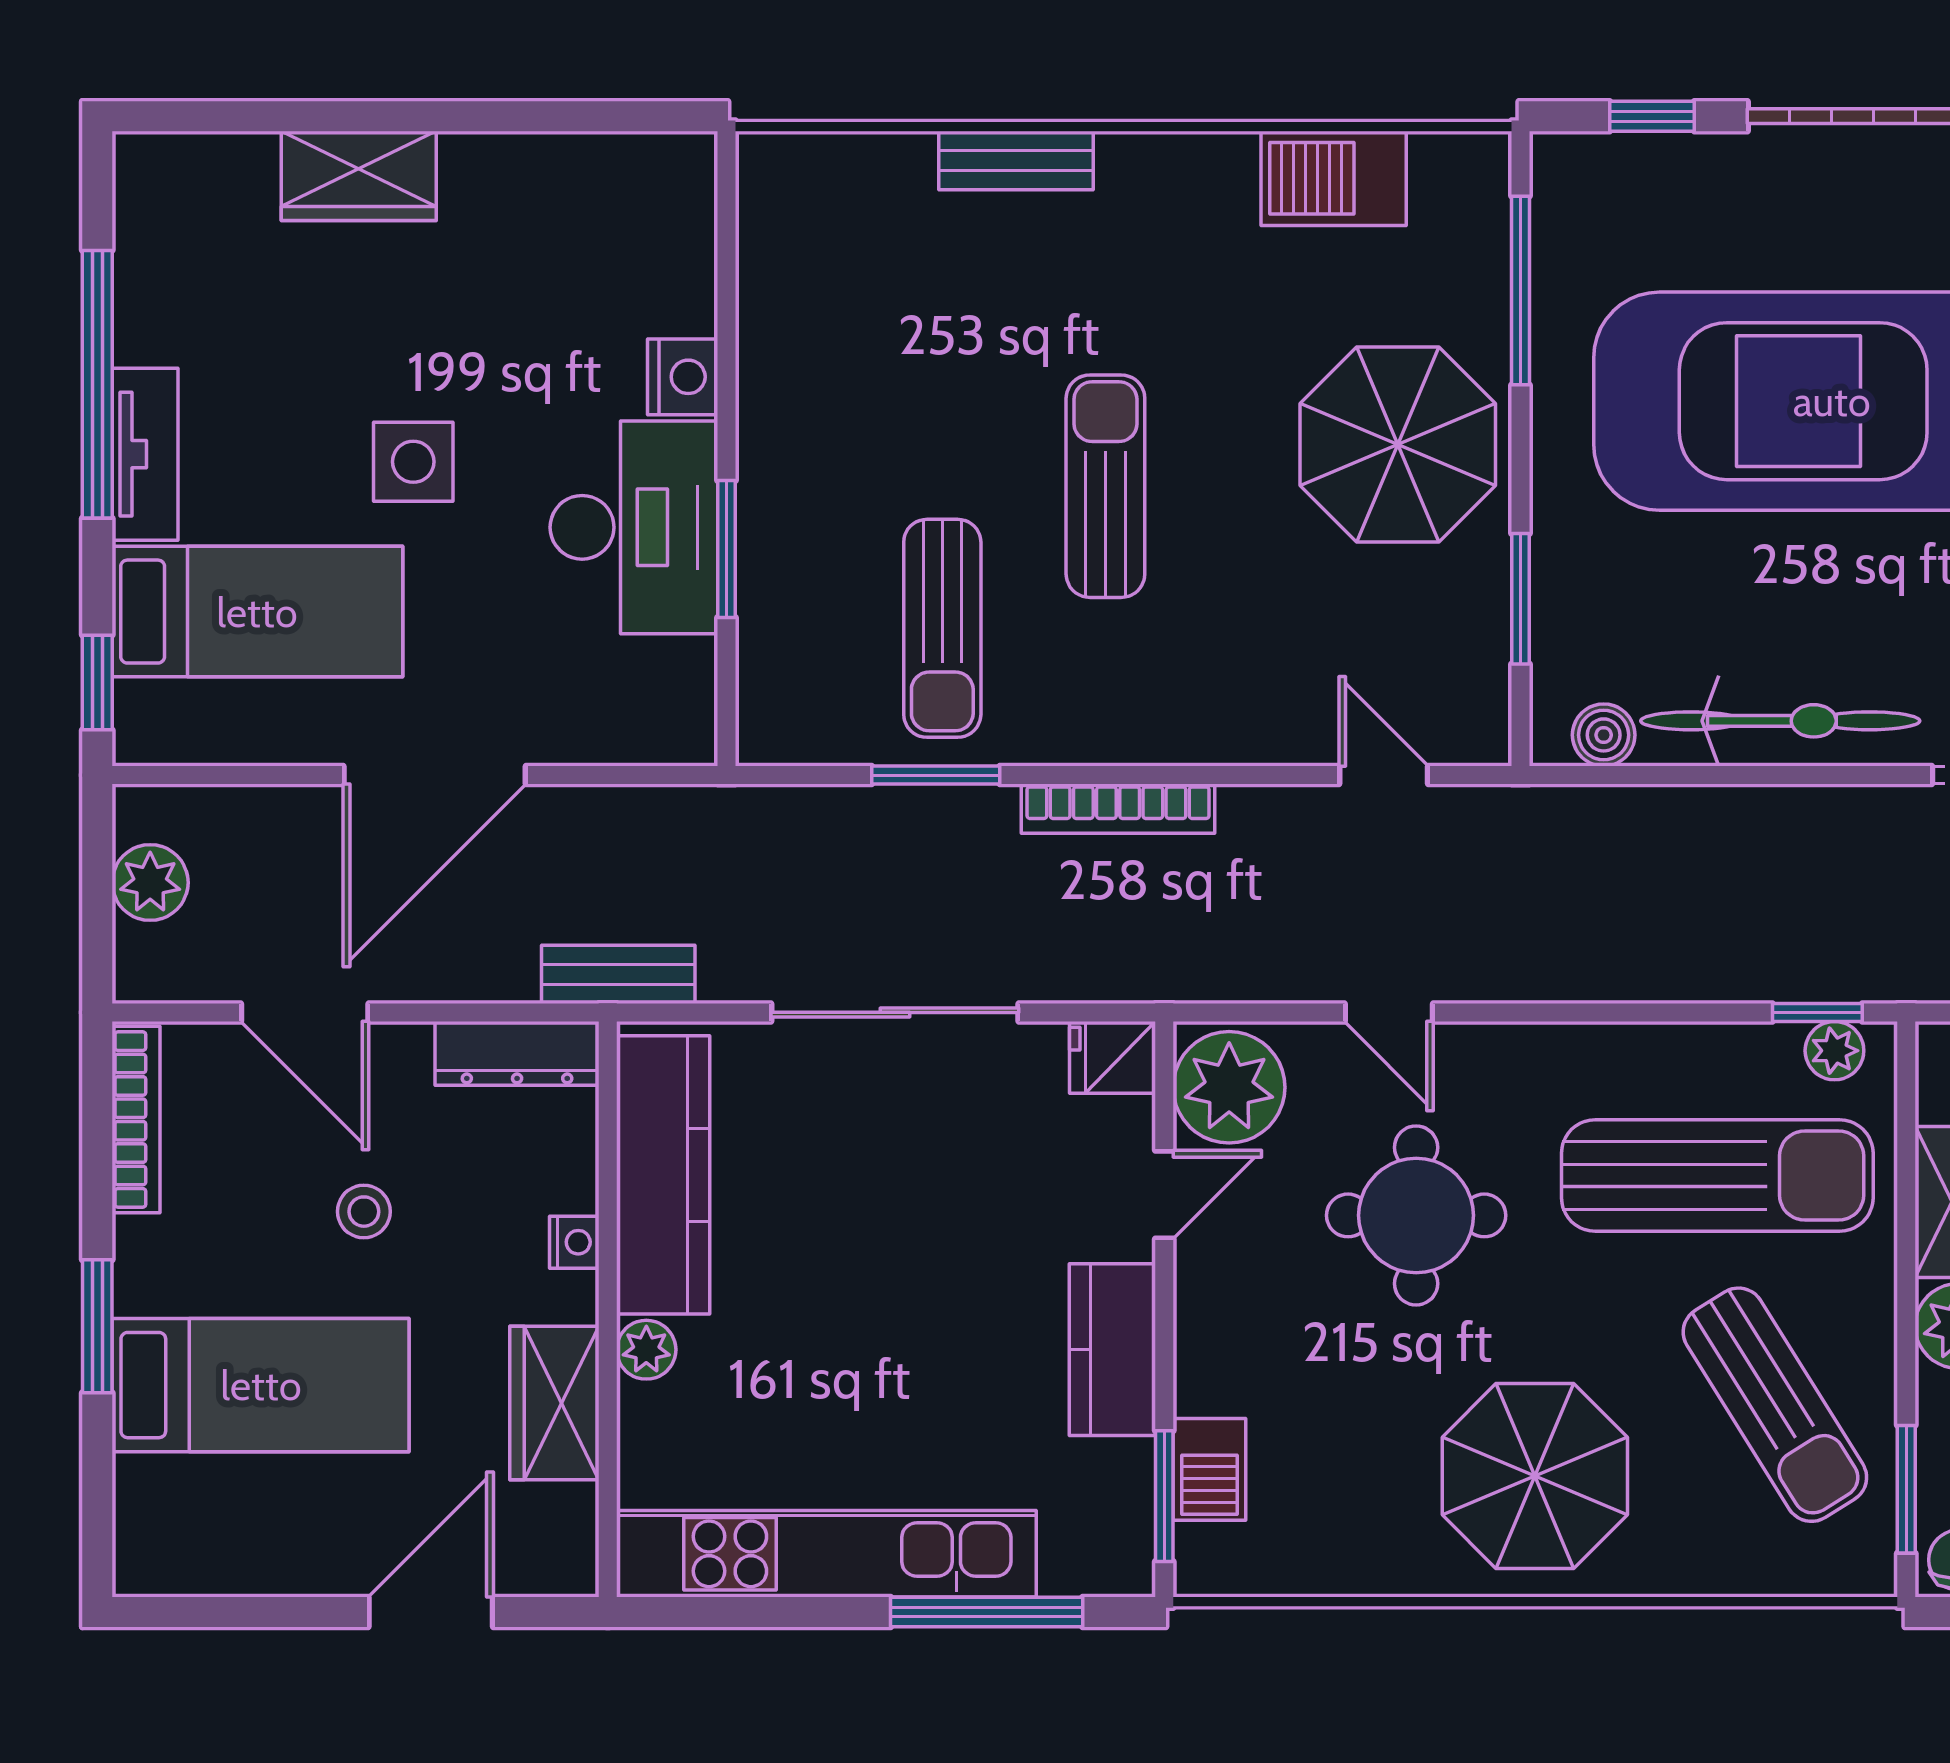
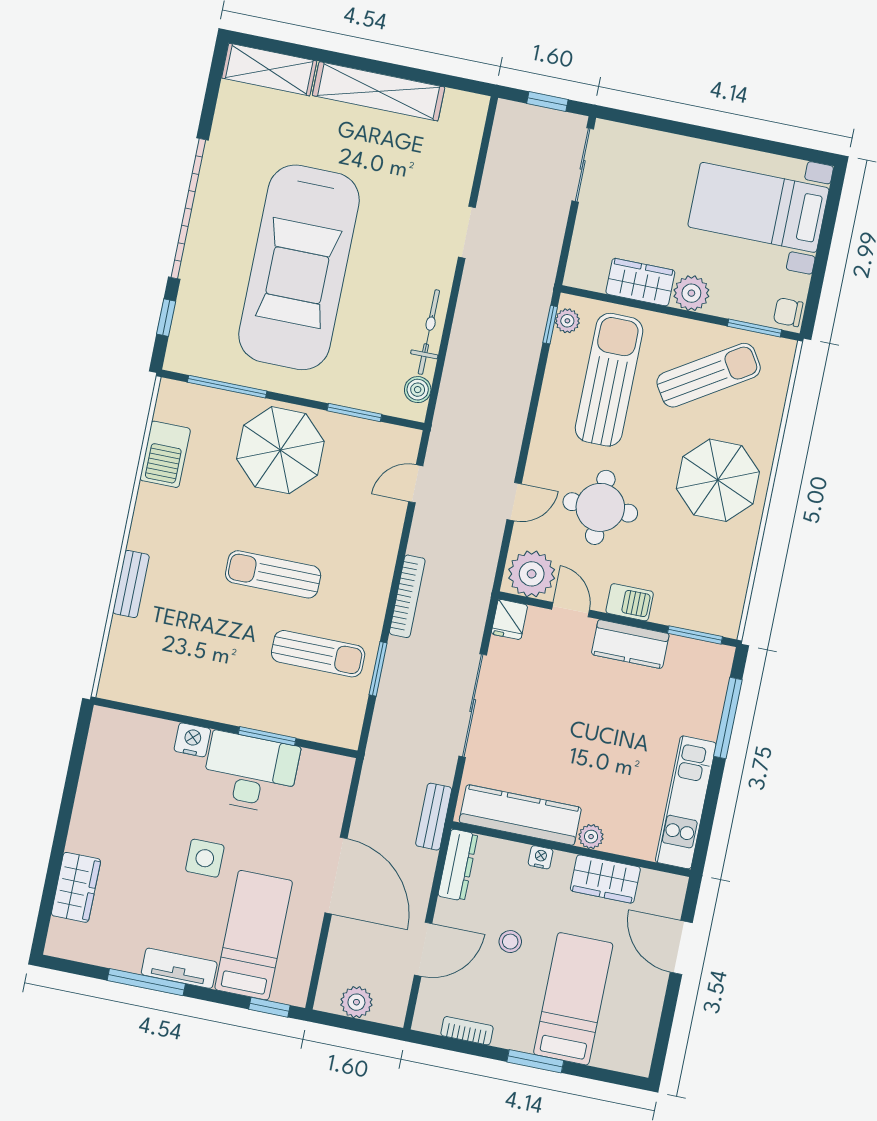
wardrobe: (359, 176) -> (76, 887), moved
window: (97, 384) -> (146, 982), width x0.68
bicycle: (1780, 721) -> (429, 332), width x0.73, depth x0.71
bookcase: (136, 1119) -> (467, 1031), width x0.64
barbecue: (1209, 1469) -> (630, 602), moved
kitchen unit: (826, 1554) -> (686, 802), width x0.73

